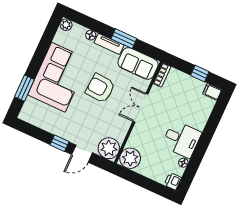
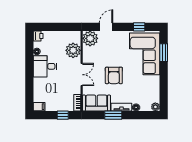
window: (200, 73) -> (63, 115), moved
corner sofa: (58, 77) -> (145, 54), moved
armchair: (100, 88) -> (114, 75), turned 86
window: (59, 143) -> (139, 27), moved
plant: (130, 158) -> (73, 50), moved

